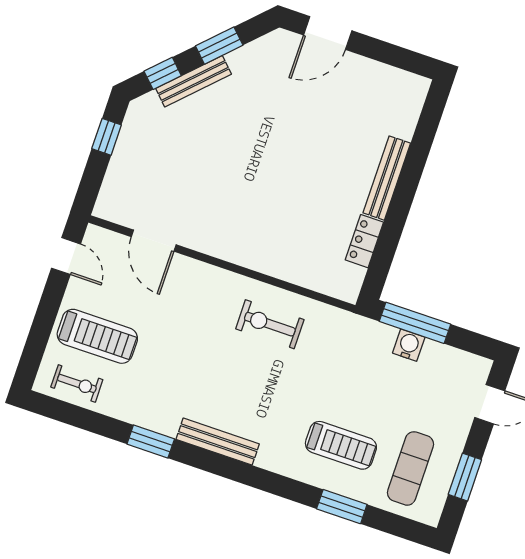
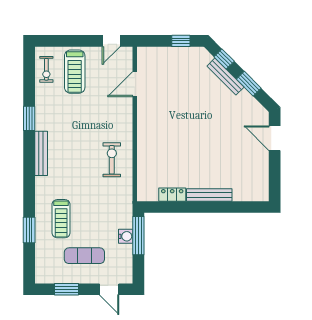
exercise mat: (410, 468) -> (84, 256), moved

